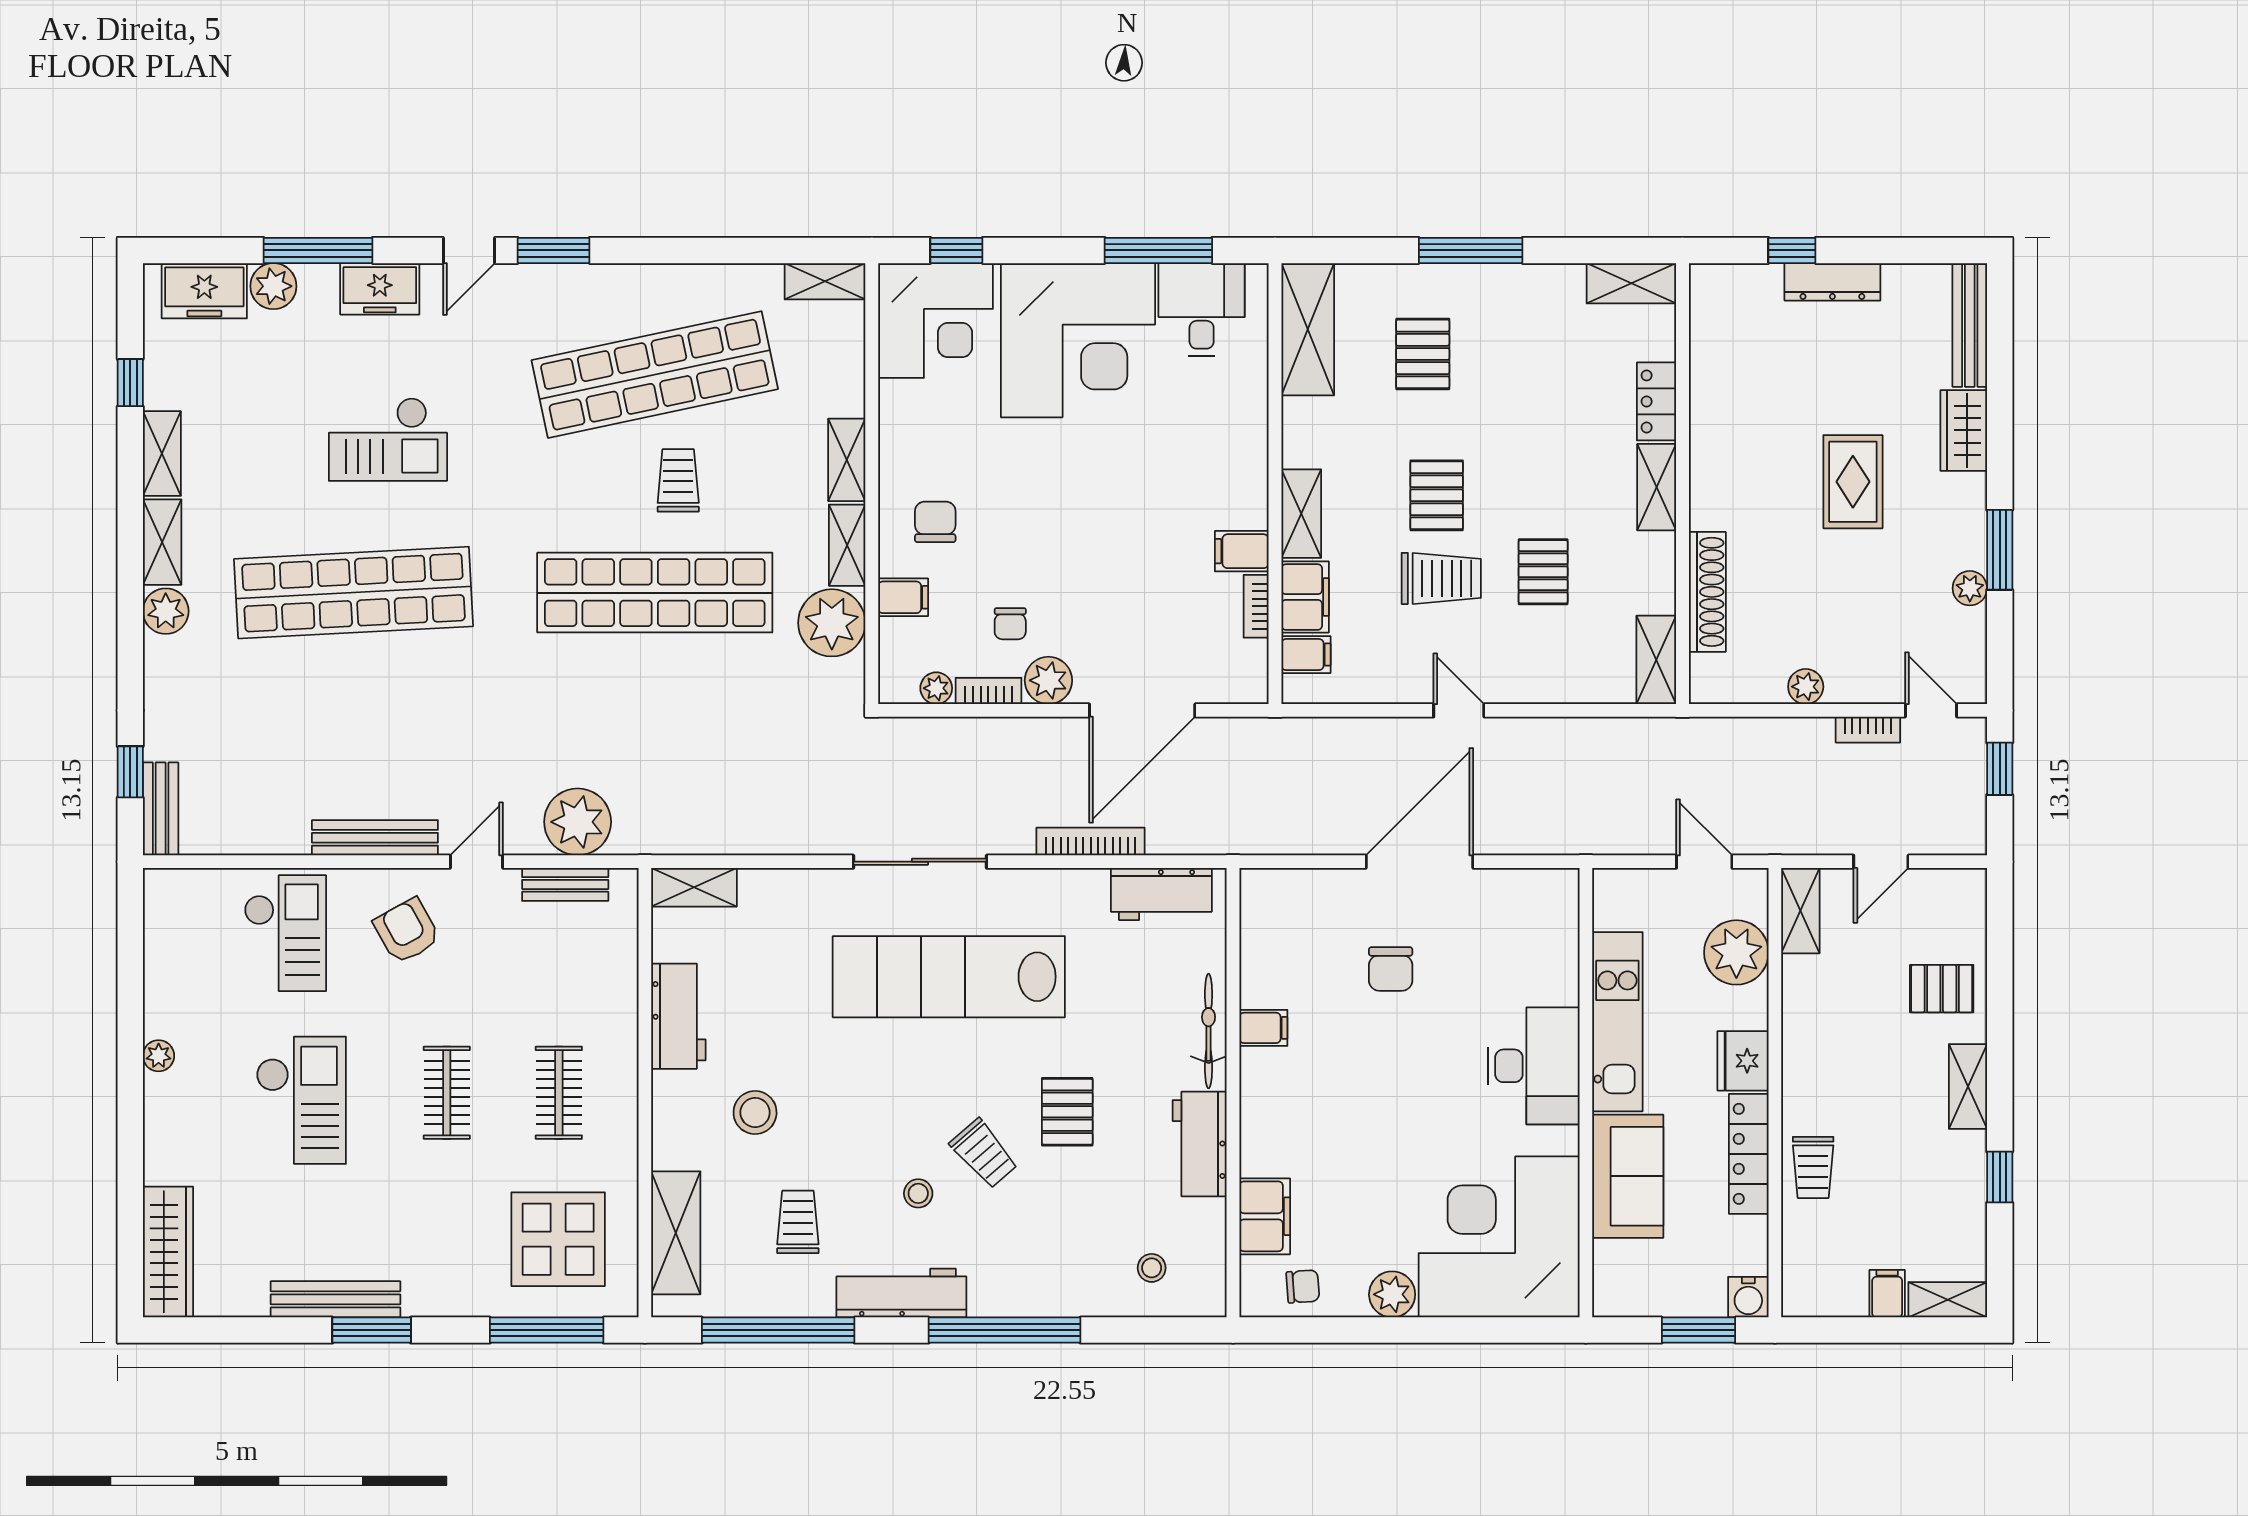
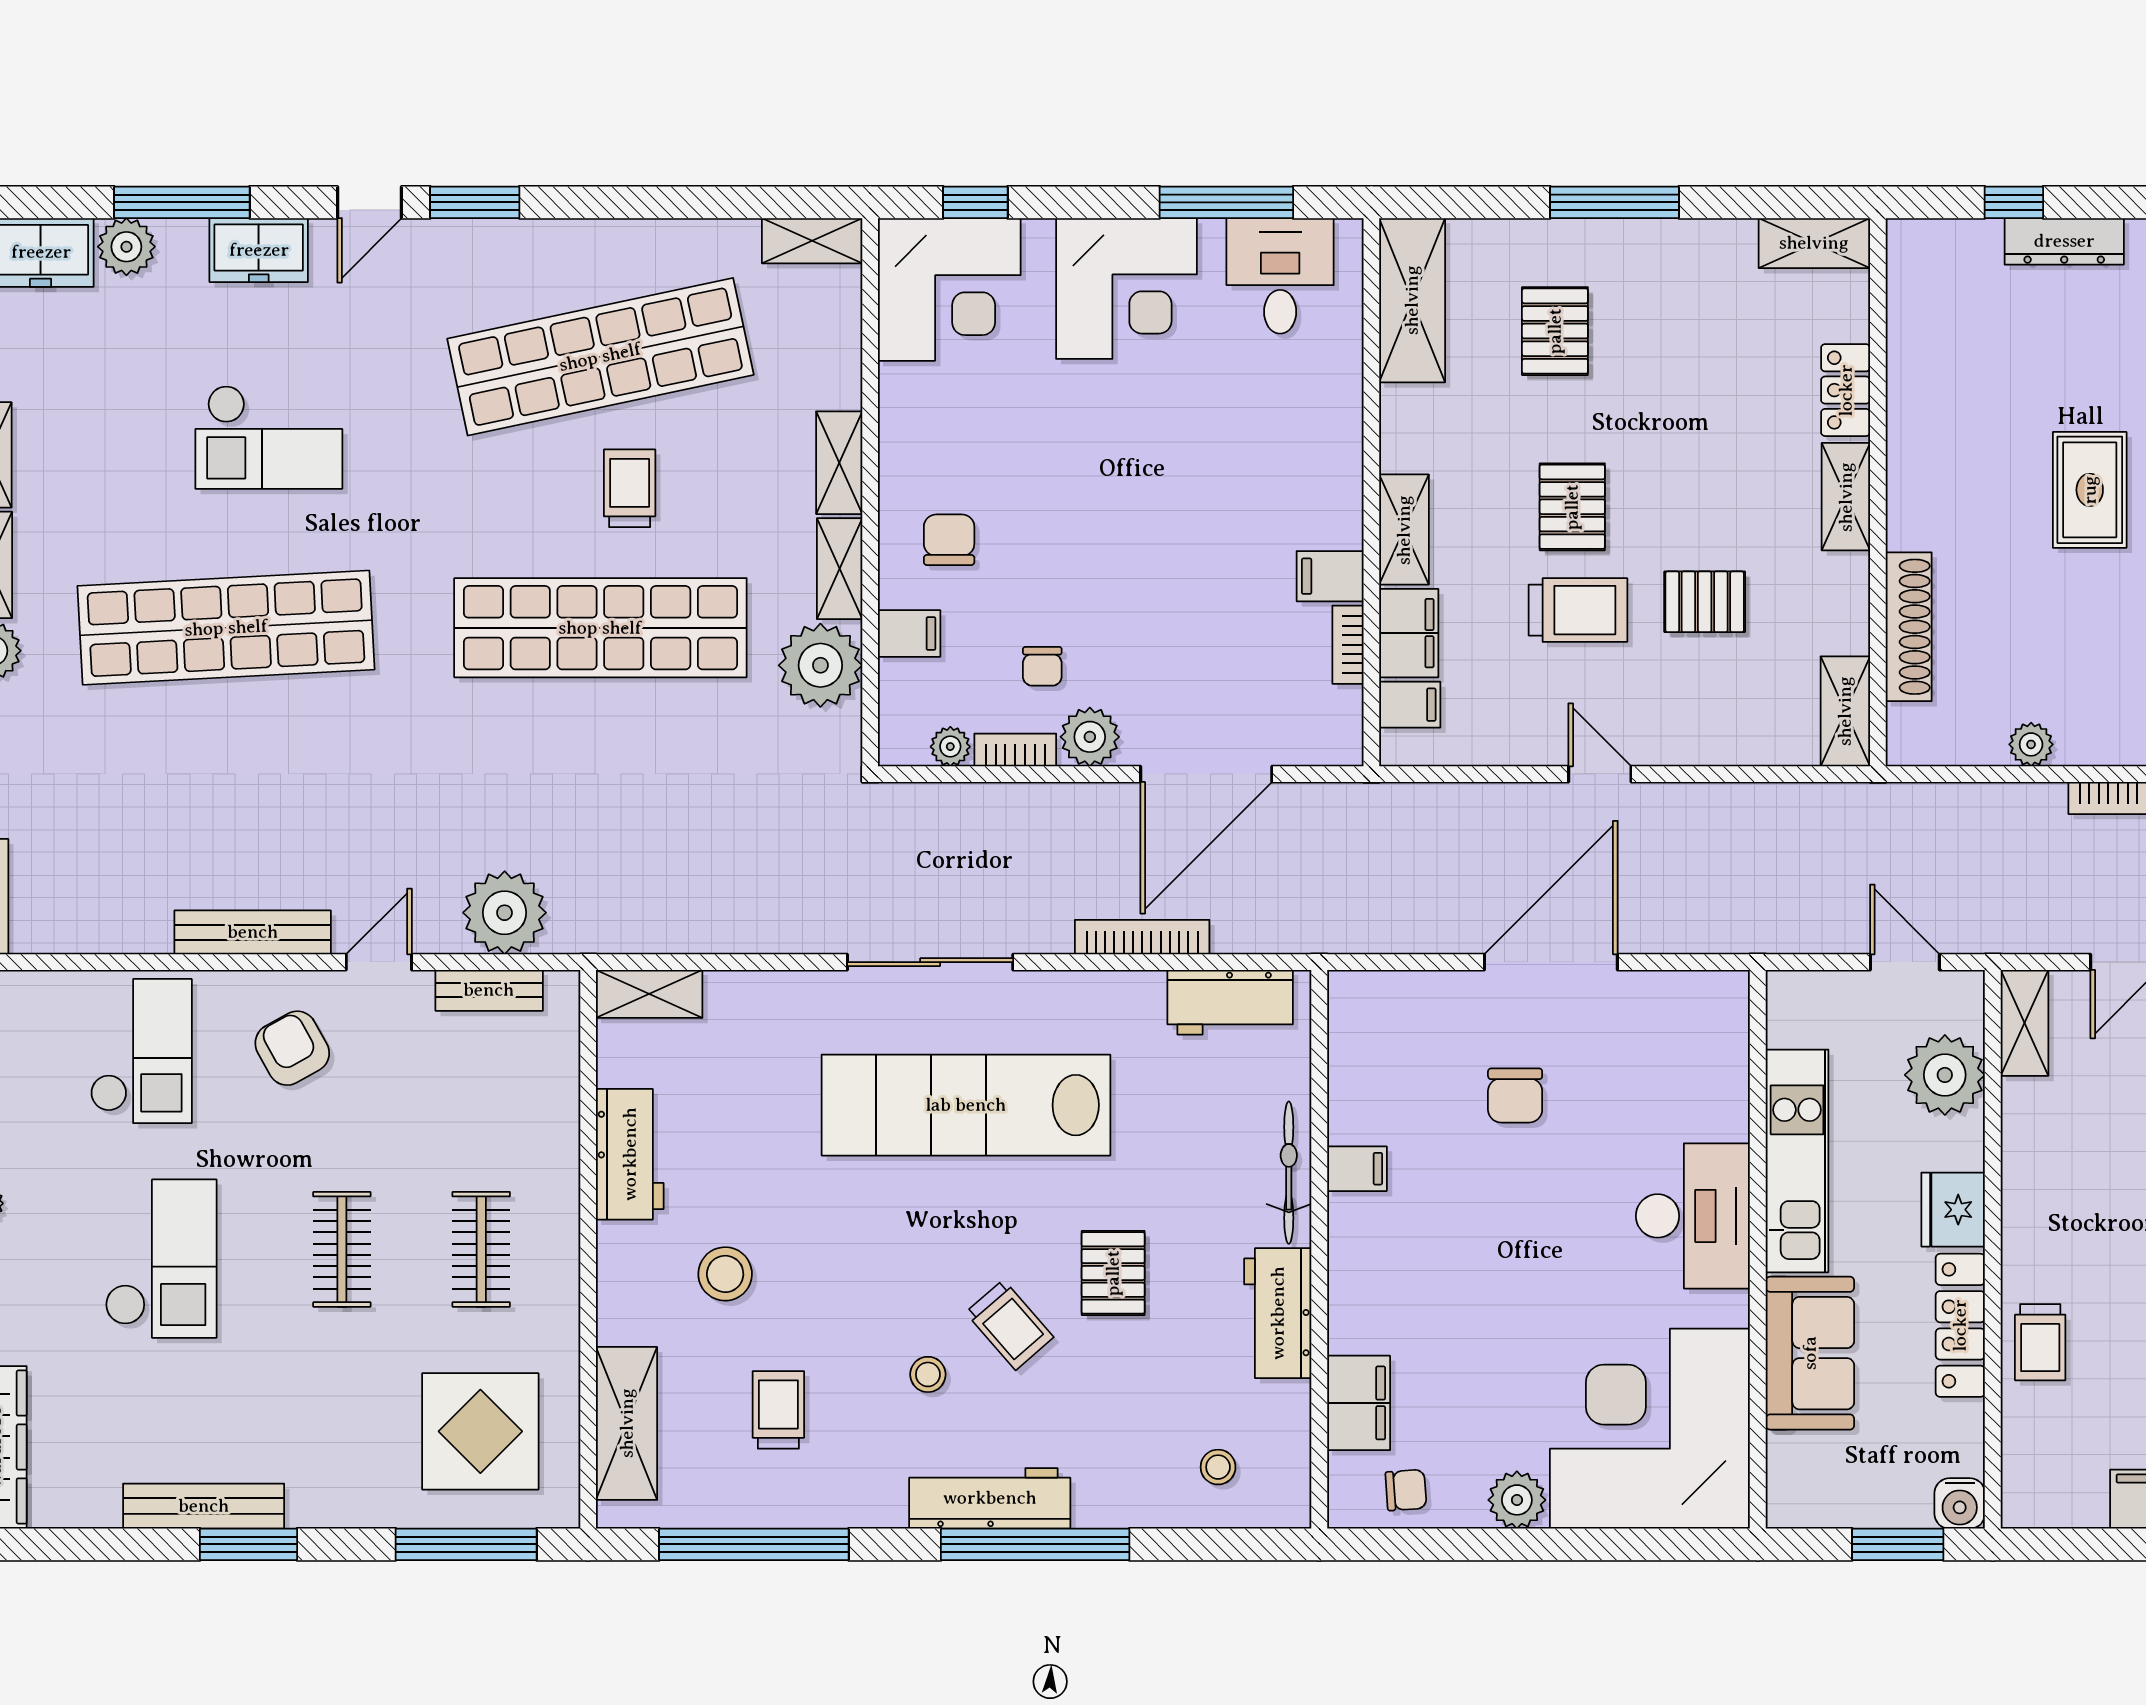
corner desk: (1078, 340) -> (1126, 289), width x0.74, depth x0.74
pallet: (1543, 572) -> (1705, 602), turned 90
workbench: (901, 1293) -> (990, 1498), moved

